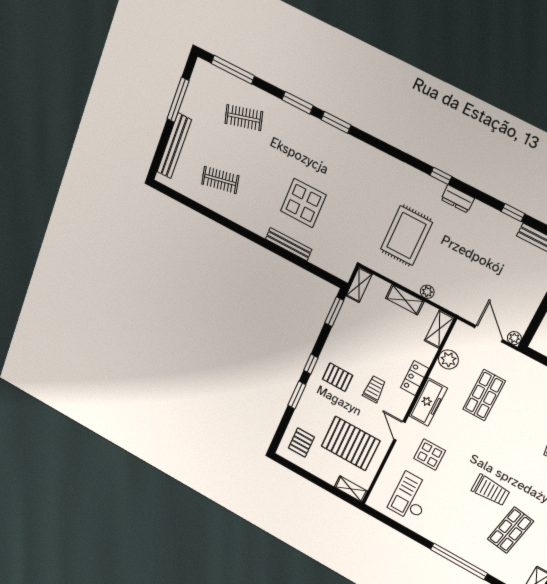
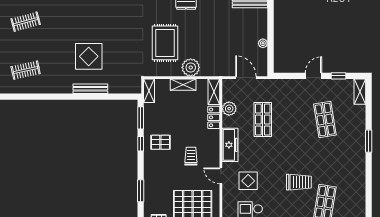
plant: (427, 292) -> (191, 67), width x1.88, depth x1.88
plant: (514, 338) -> (263, 43), moved
window: (311, 364) -> (141, 144), moved
pallet: (338, 377) -> (160, 142), moved
locker: (415, 378) -> (214, 117), moved

